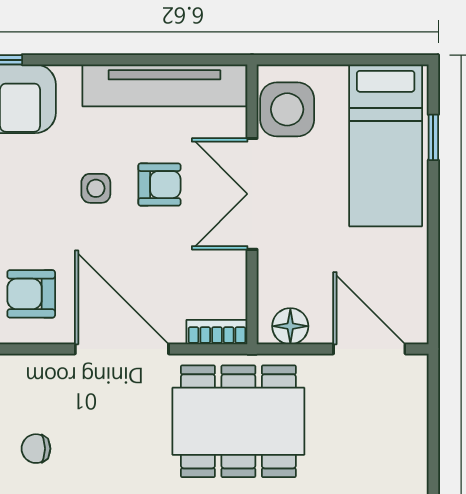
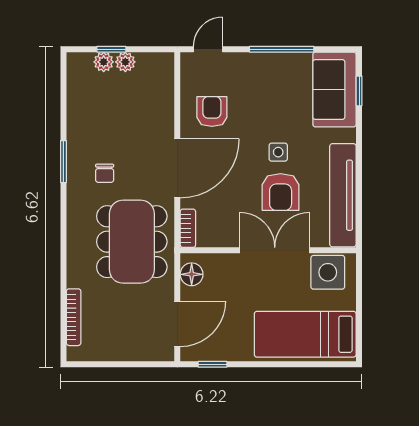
window: (433, 137) -> (213, 364), moved
armchair: (159, 185) -> (281, 192), width x1.38, depth x1.38
chair: (36, 449) -> (105, 173), moved, turned 180

